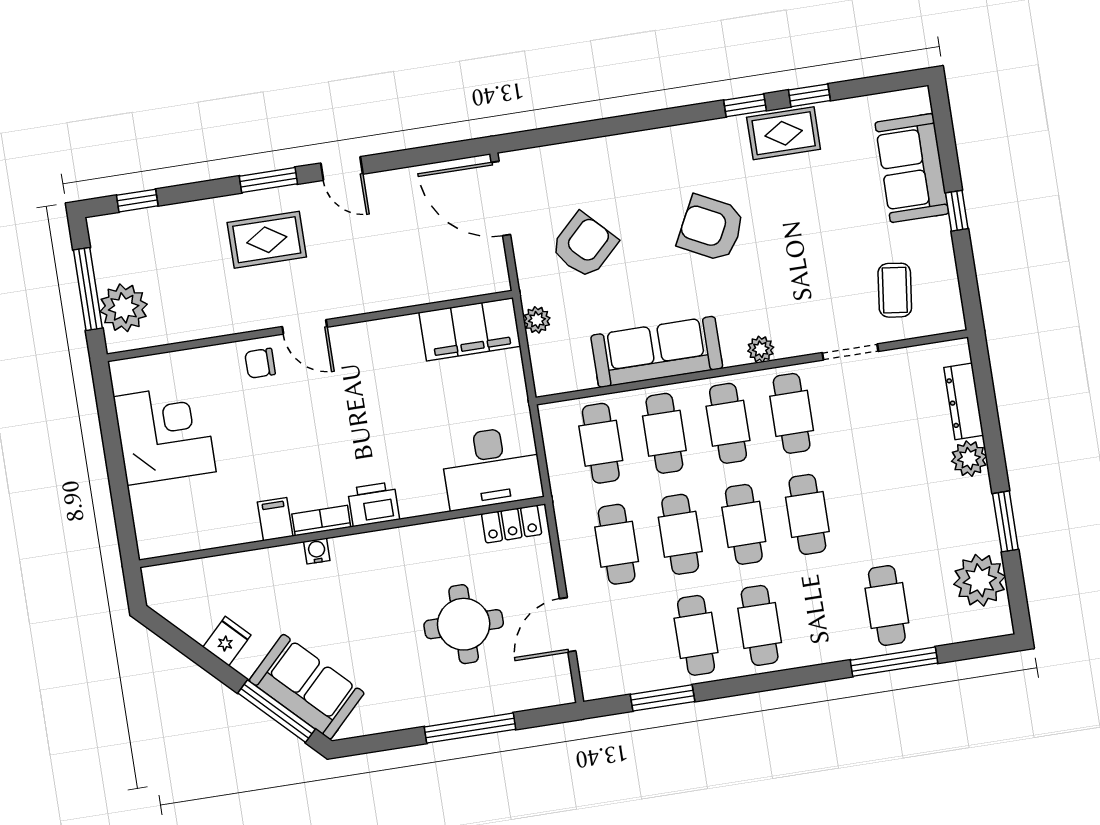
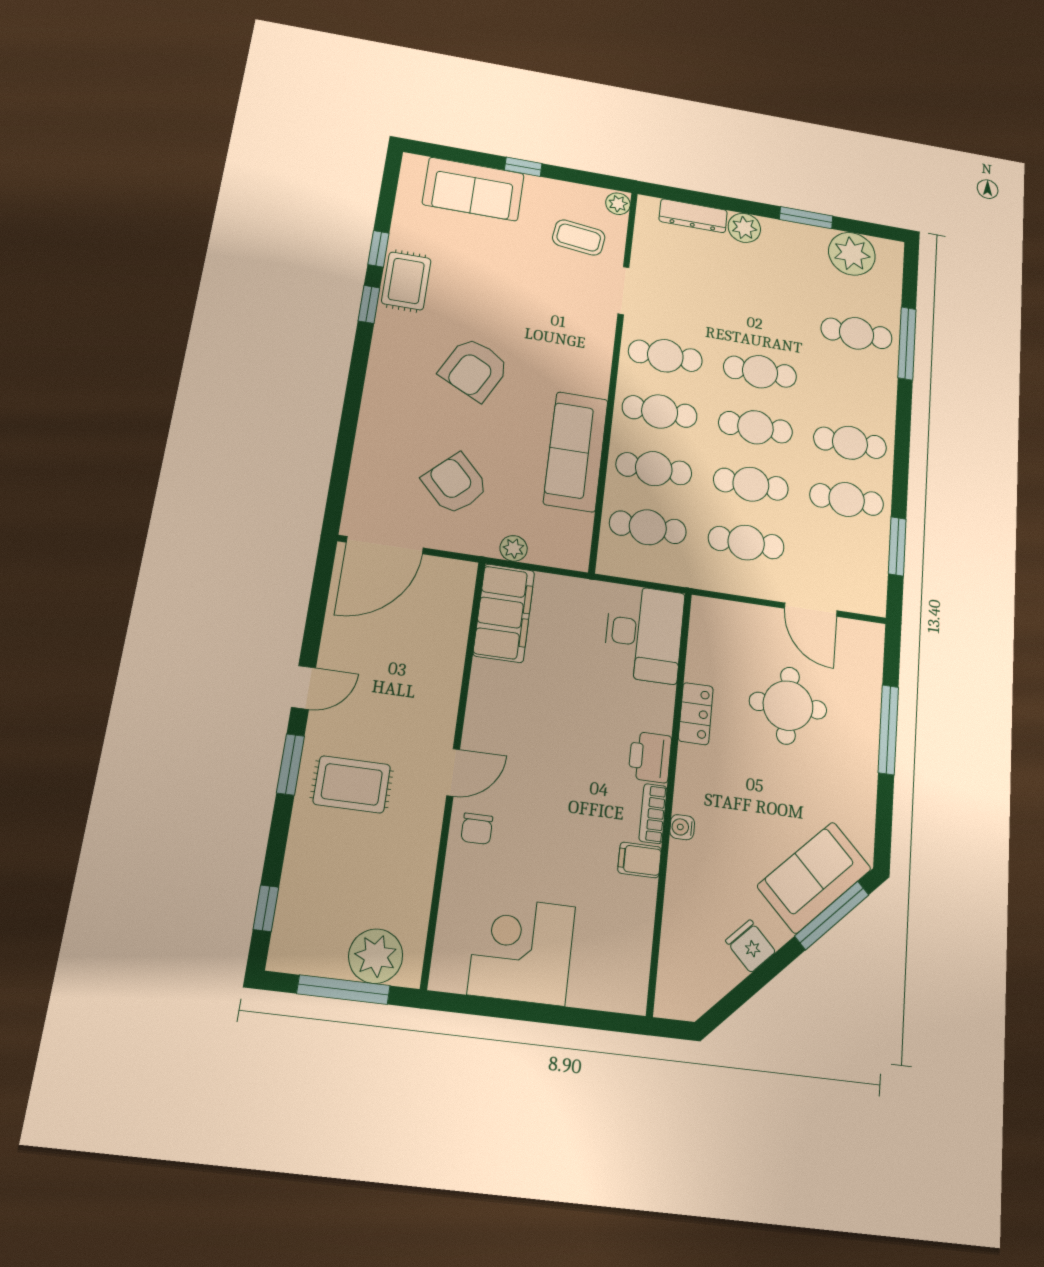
rug: (267, 240) -> (352, 784), turned 90
plant: (761, 349) -> (618, 204), moved
locker: (512, 524) -> (696, 714), moved

